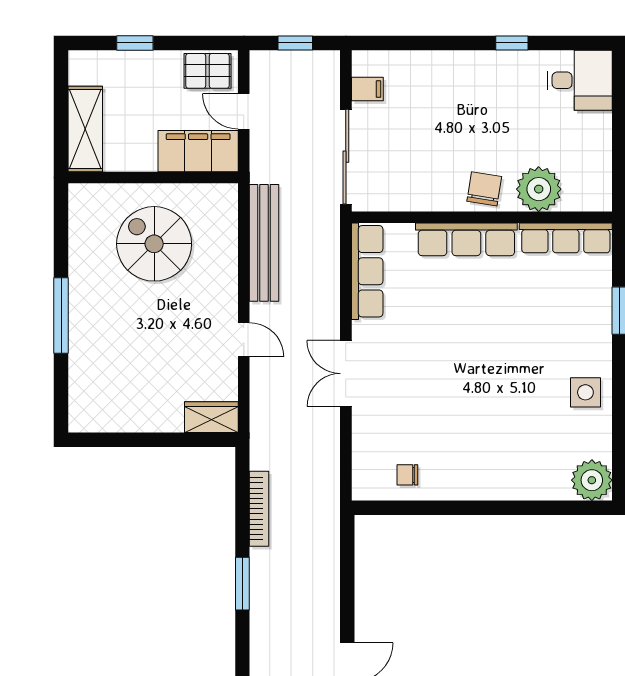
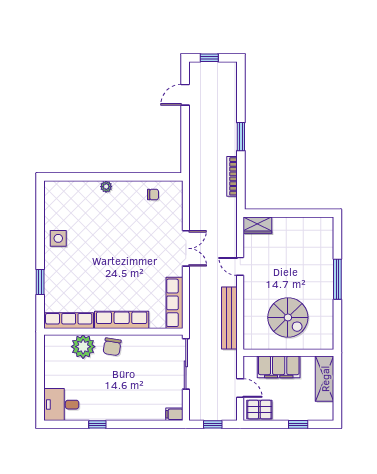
filing cabinet: (367, 89) -> (174, 414), moved
filing cabinet: (198, 151) -> (279, 367), moved
plant: (592, 480) -> (106, 187), moved, width x0.53, depth x0.53

